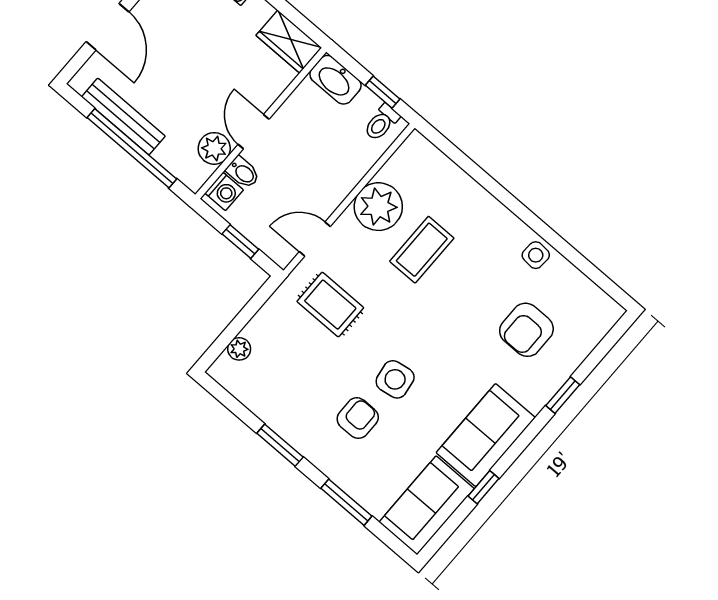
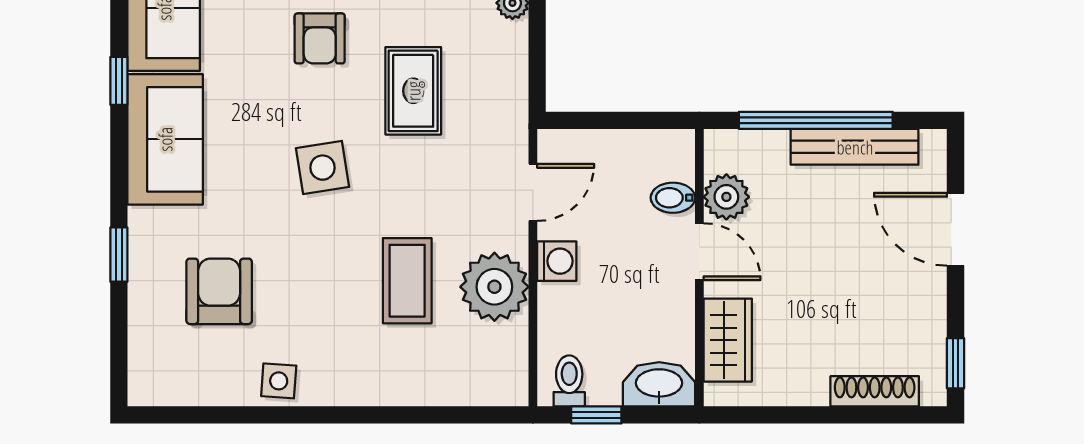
wardrobe: (289, 42) -> (728, 340), moved, turned 90
washing machine: (224, 191) -> (557, 261), moved, turned 180
window: (240, 242) -> (611, 120), removed
rug: (330, 305) -> (413, 91), moved, turned 90
side table: (395, 379) -> (323, 168), moved

